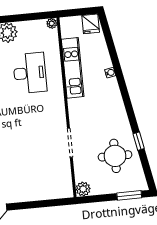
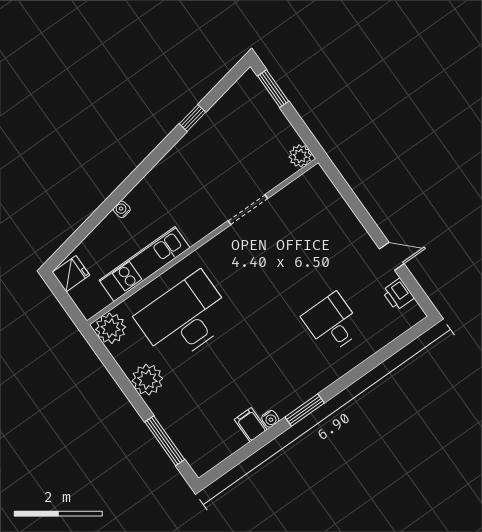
plant: (52, 23) -> (111, 328), width x1.88, depth x1.88
desk: (30, 73) -> (185, 318), width x1.36, depth x1.30
round table: (115, 156) -> (231, 138), removed

